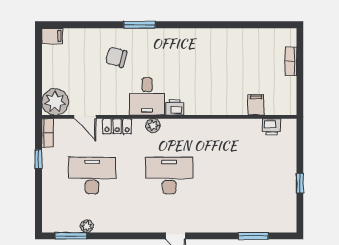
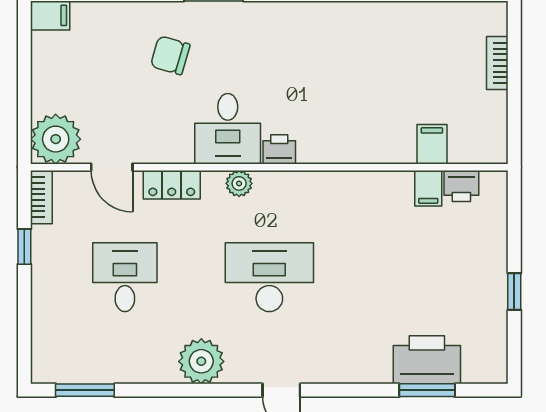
filing cabinet: (254, 128) -> (428, 188), added
desk: (92, 176) -> (125, 277), width x0.73
printer: (253, 220) -> (427, 360), added
plant: (87, 226) -> (201, 361), moved, width x1.88, depth x1.88

